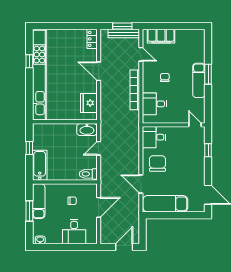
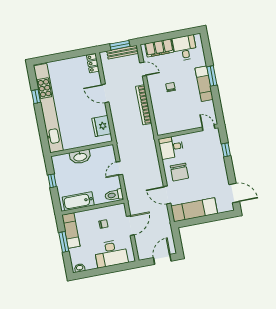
desk: (154, 104) -> (185, 48), moved, turned 90
washbasin: (87, 130) -> (80, 157), moved
chair: (157, 163) -> (179, 172), turned 180
bathtub: (40, 165) -> (78, 201), moved, turned -90
desk: (74, 232) -> (111, 254), width x1.37

